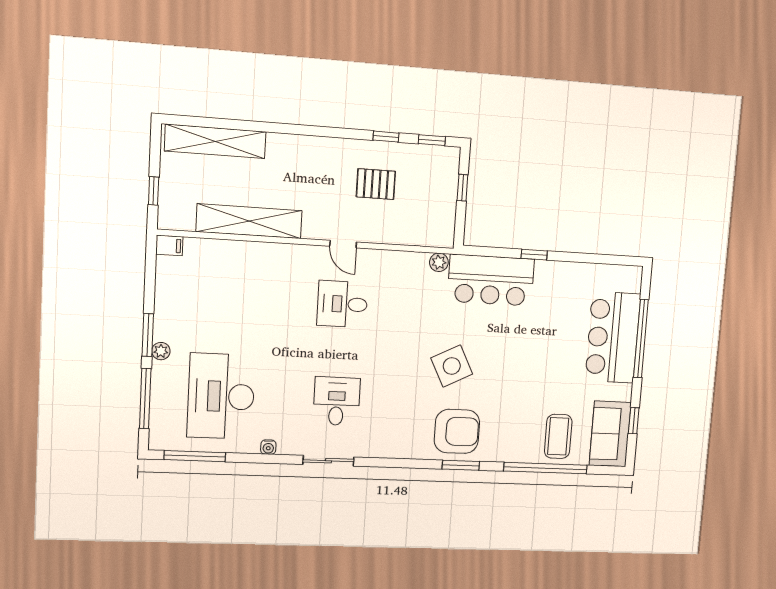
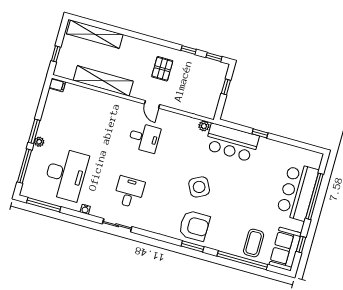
pallet: (376, 184) -> (162, 69), moved, turned 90
desk: (342, 304) -> (144, 138), turned 180
desk: (221, 396) -> (66, 174), turned 180

